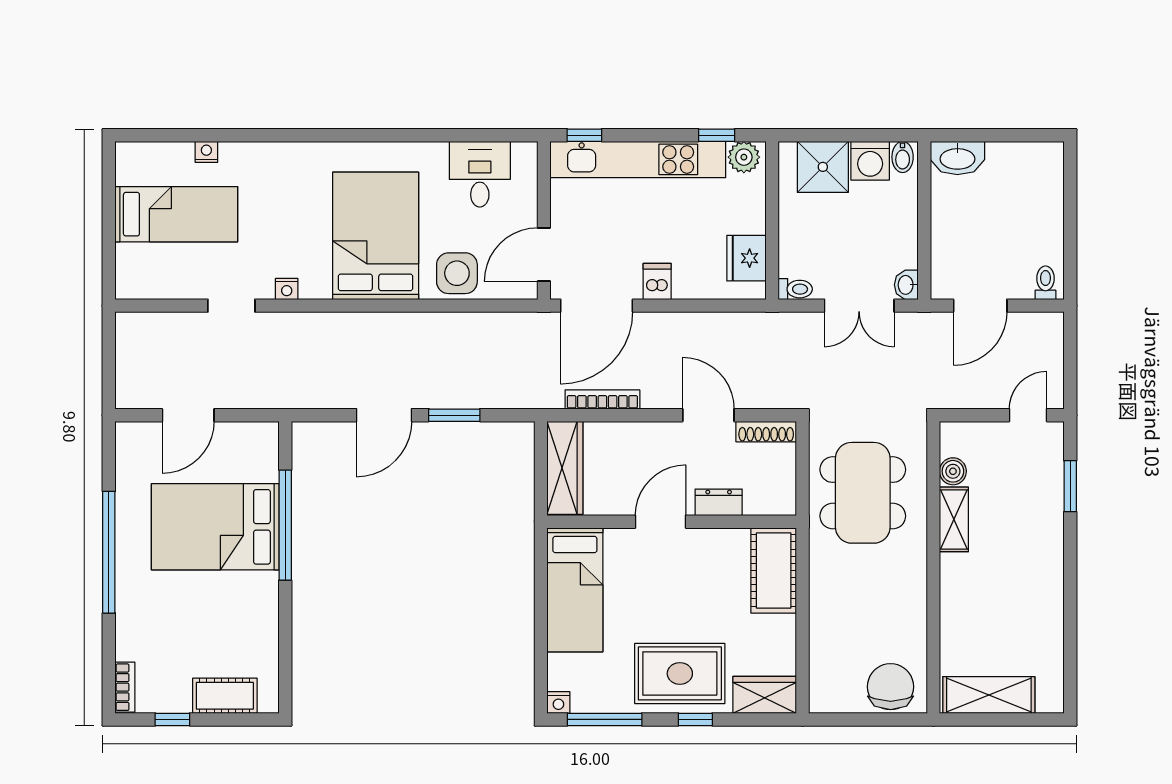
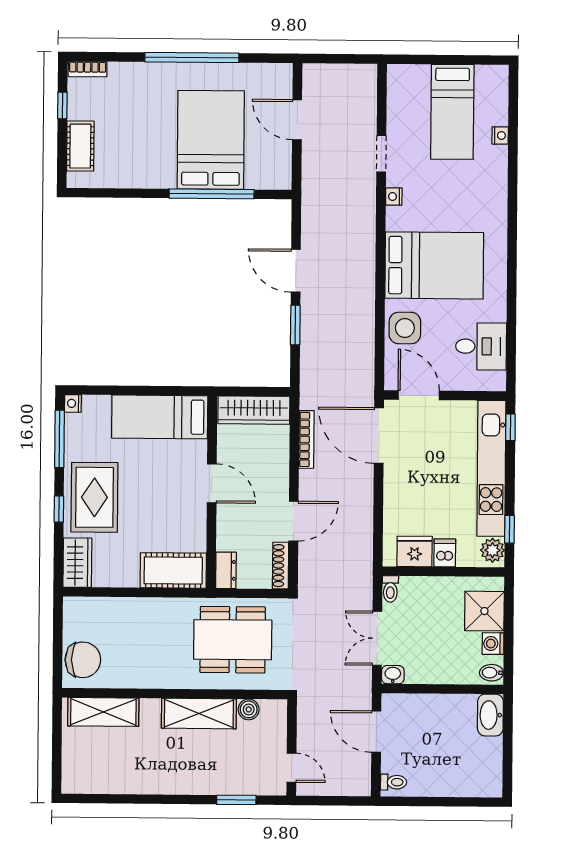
washing machine: (870, 161) -> (493, 644), width x0.73, depth x0.73
dishwasher: (657, 282) -> (445, 553), moved, turned -90
dresser: (719, 502) -> (226, 570), moved
shelving: (954, 519) -> (199, 714), width x1.50, depth x1.33
shelving: (989, 695) -> (103, 712), moved, turned 90

